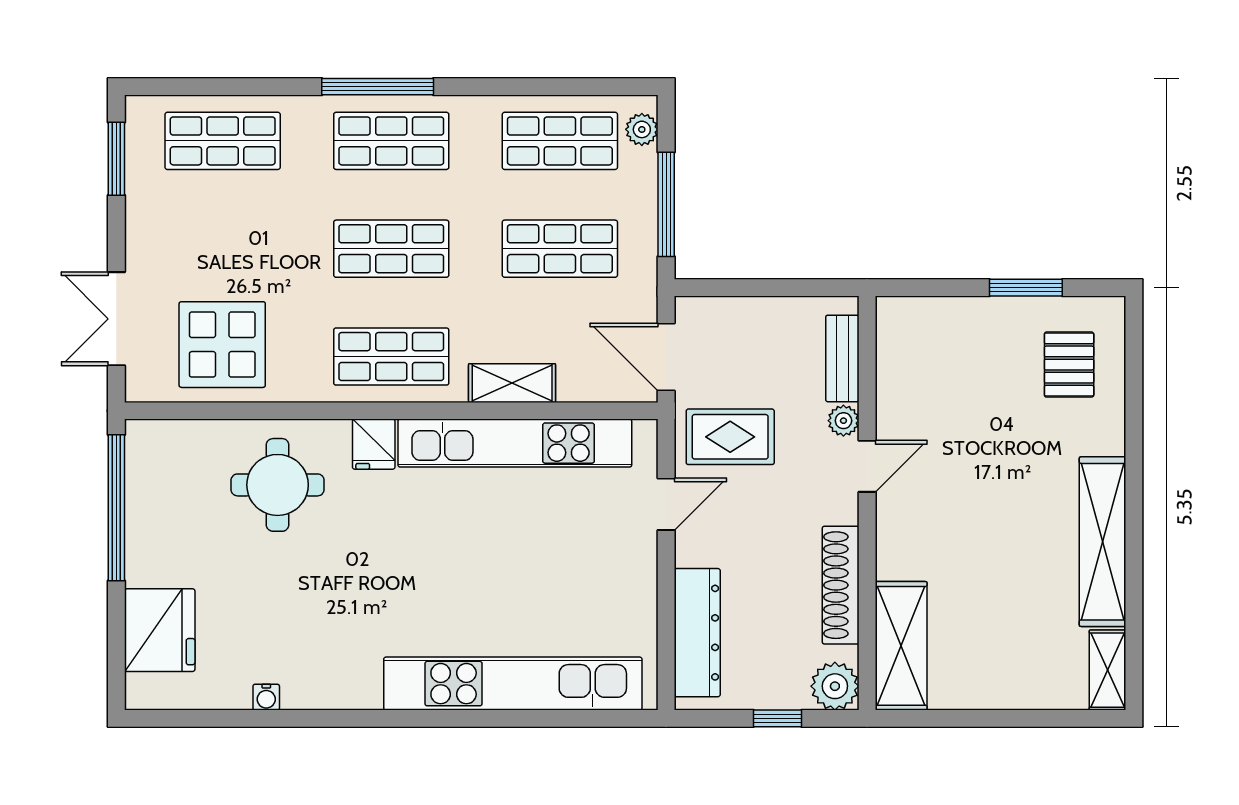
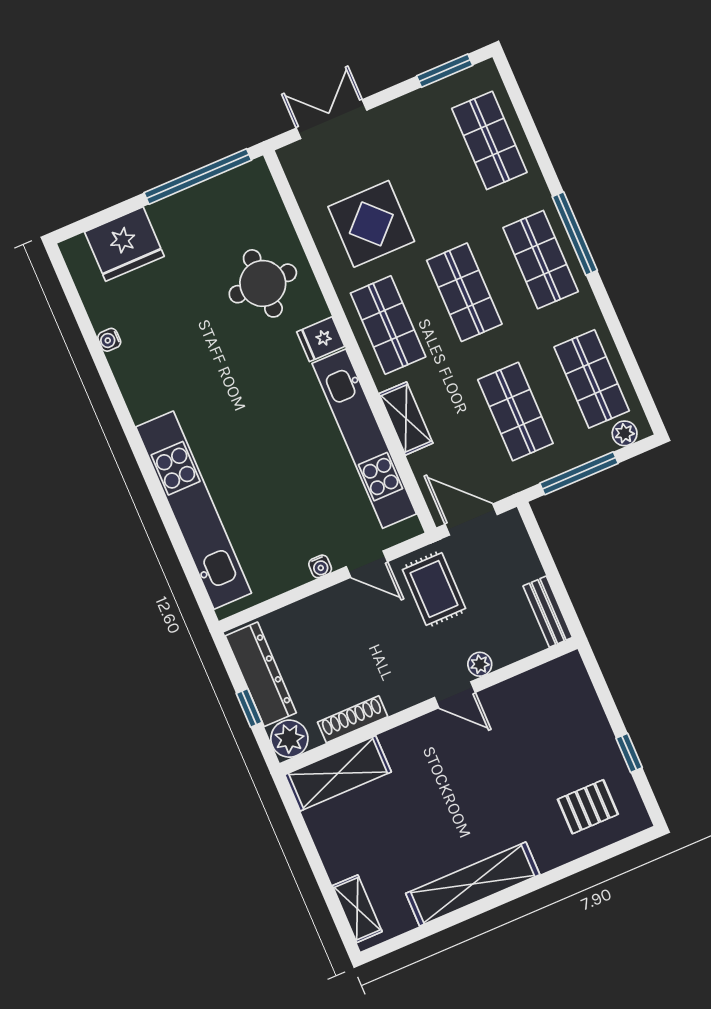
window: (1026, 288) -> (629, 753), width x0.67
display table: (222, 345) -> (371, 224), moved
door: (666, 357) -> (471, 520), hinge flipped
bench: (842, 358) -> (548, 612), moved, turned 90
water cooler: (645, 561) -> (320, 566), added
shoe rack: (841, 585) -> (353, 719), width x0.74, depth x0.81
dresser: (697, 633) -> (261, 674), moved, turned -90
shelving: (1108, 670) -> (357, 909), moved, turned 90

